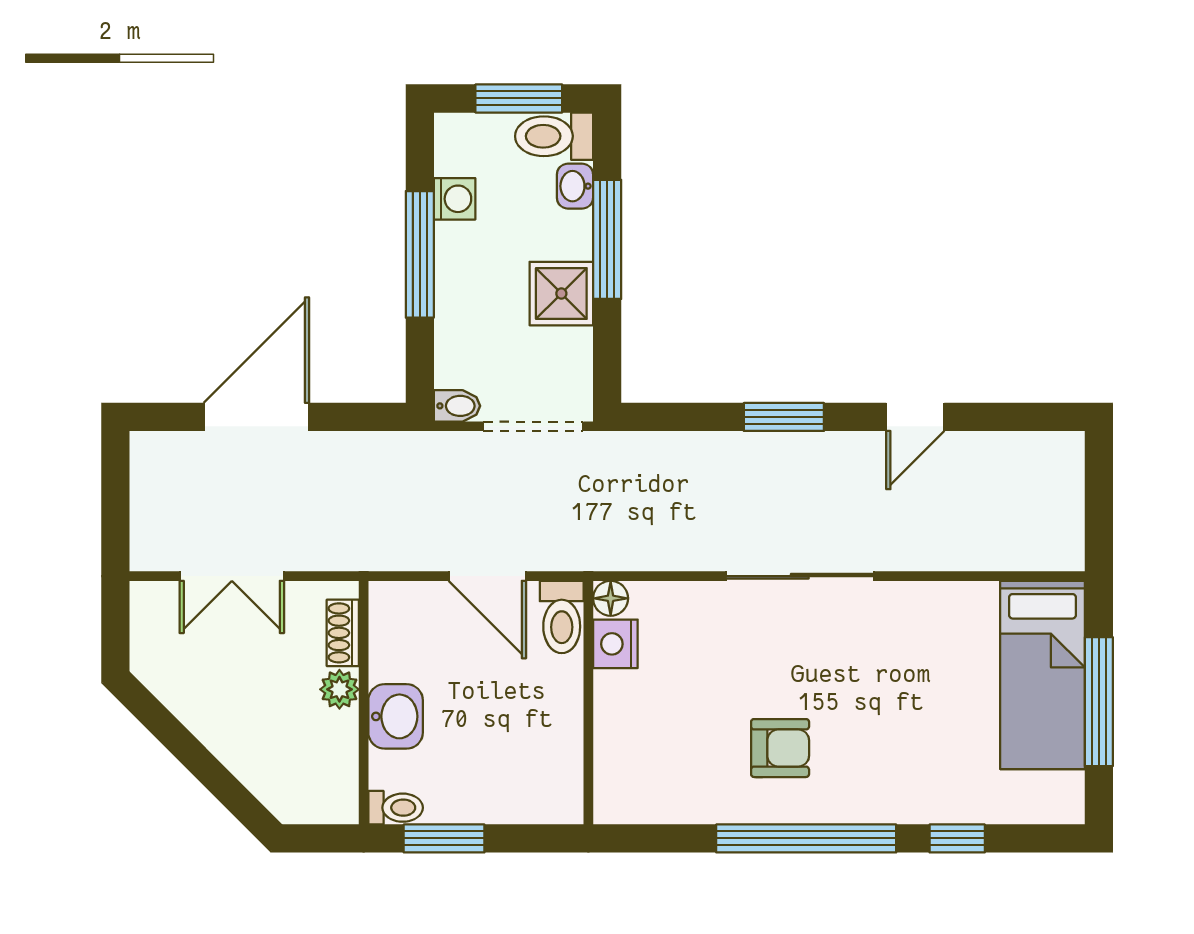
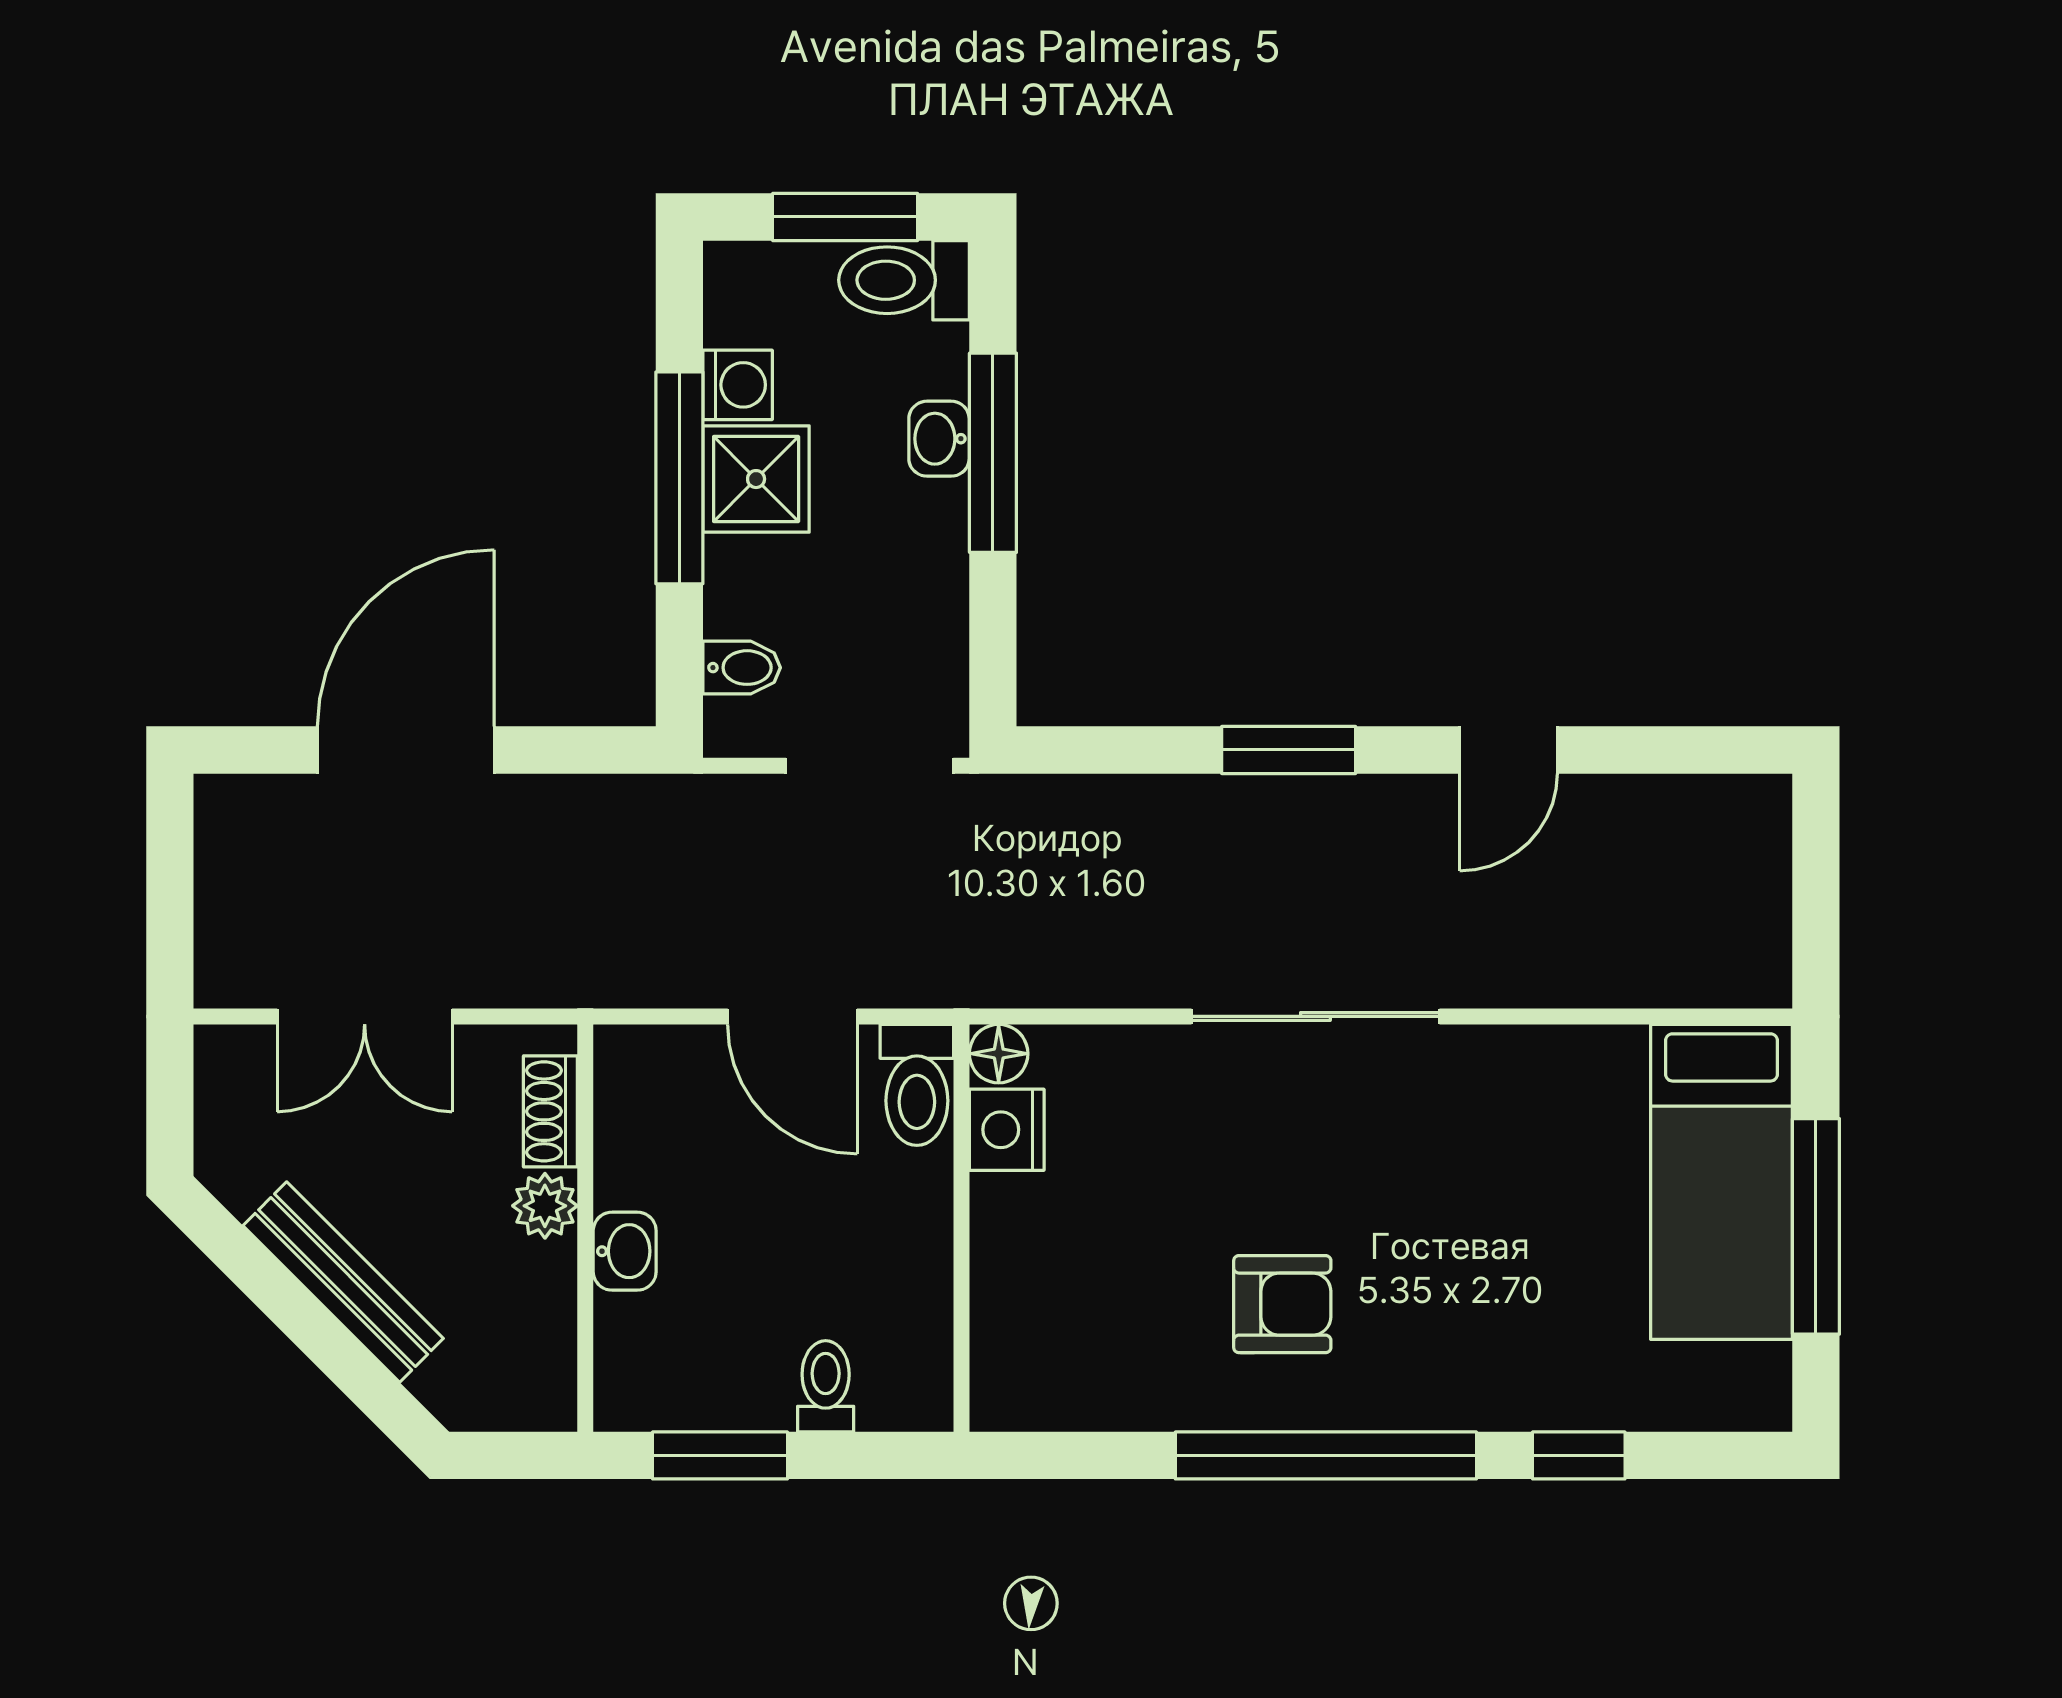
washbasin: (575, 186) -> (939, 439), moved
shower: (561, 294) -> (756, 479), moved
bidet: (457, 406) -> (742, 668), moved
washbasin: (396, 716) -> (625, 1251), width x0.72, depth x0.69
bench: (219, 735) -> (343, 1282), added
toilet: (396, 808) -> (826, 1386), moved, turned -90

